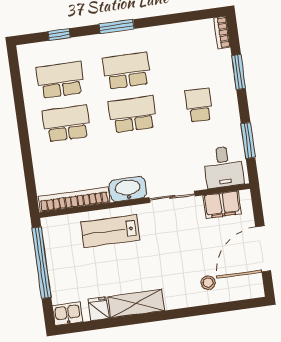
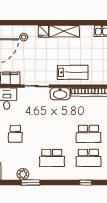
window: (117, 26) -> (31, 183), moved
plant: (175, 34) -> (23, 174), added
school desk: (133, 114) -> (52, 134), removed
fridge: (99, 309) -> (43, 31), moved

